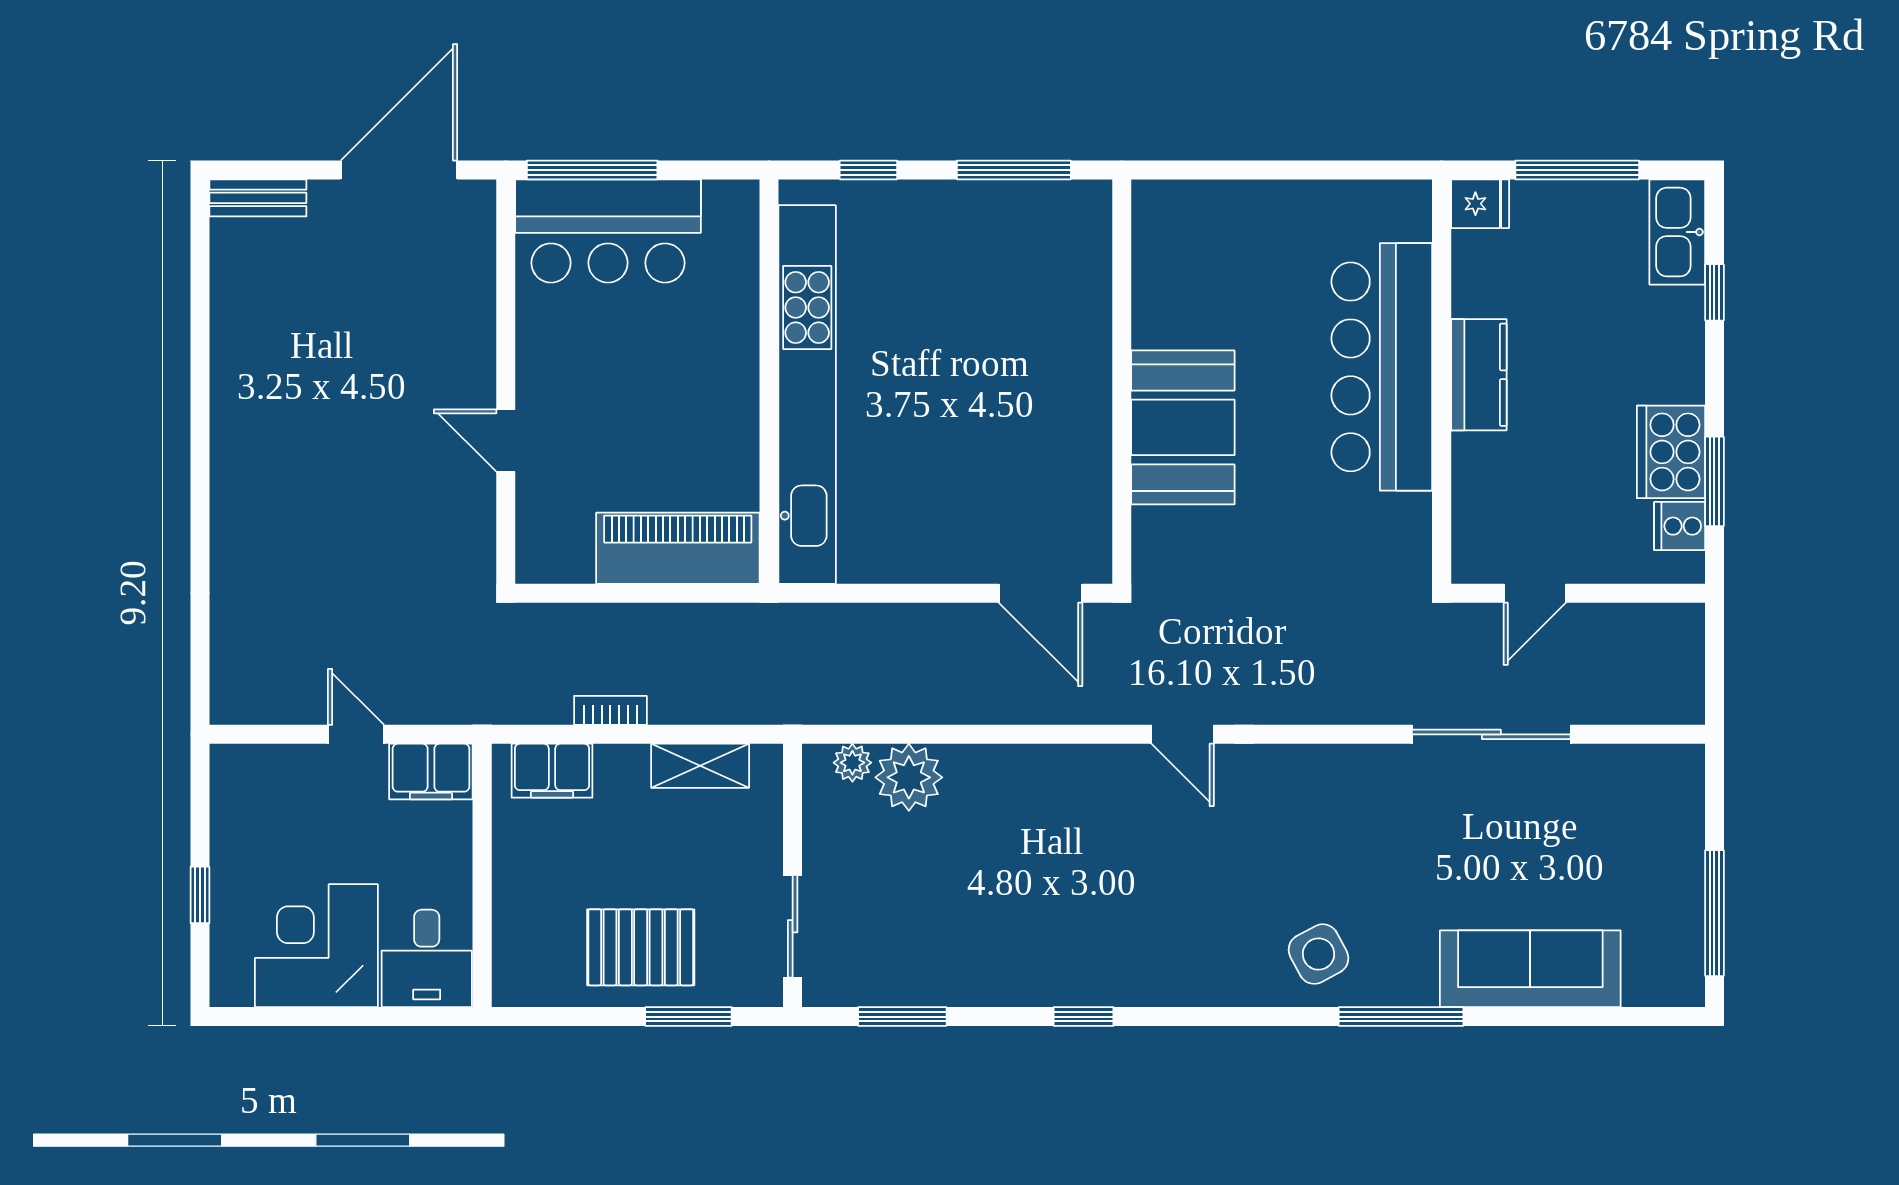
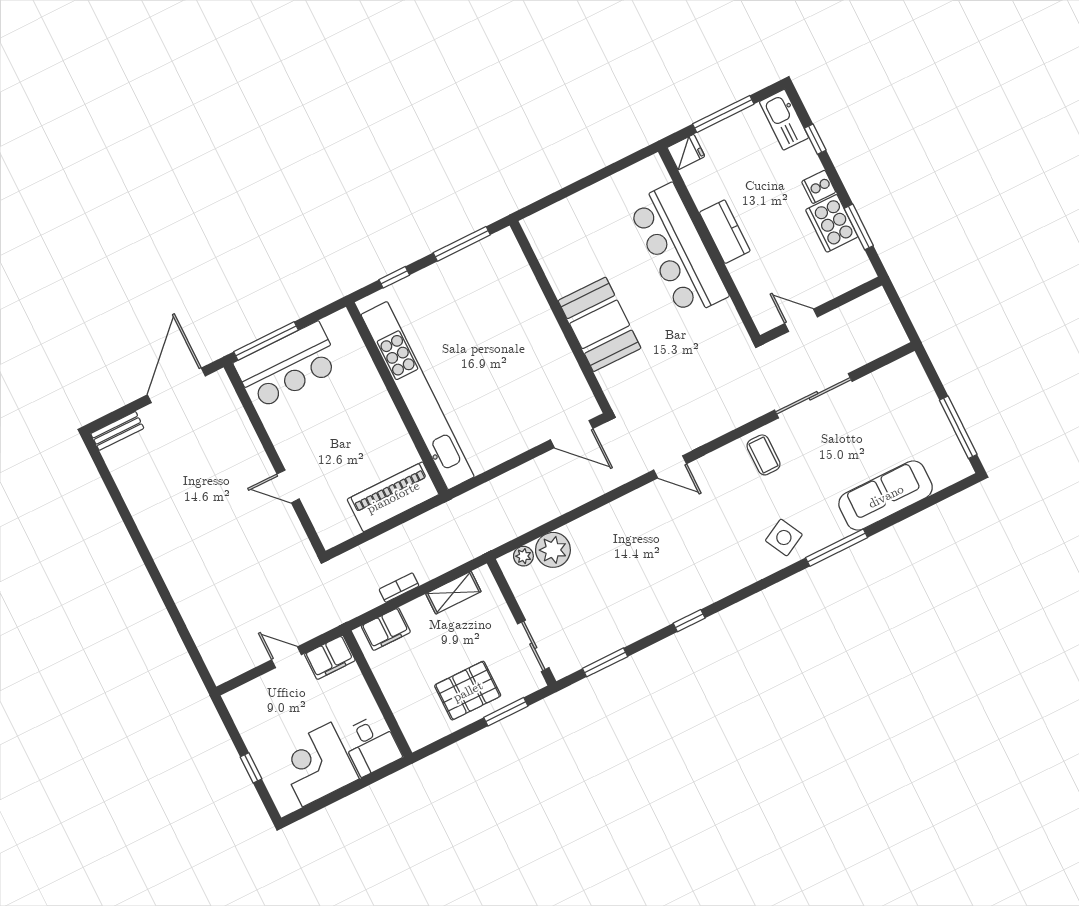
cooker: (1680, 526) -> (819, 187), moved
door: (1535, 593) -> (801, 320), swing flipped
coffee table: (1354, 794) -> (763, 455), added

